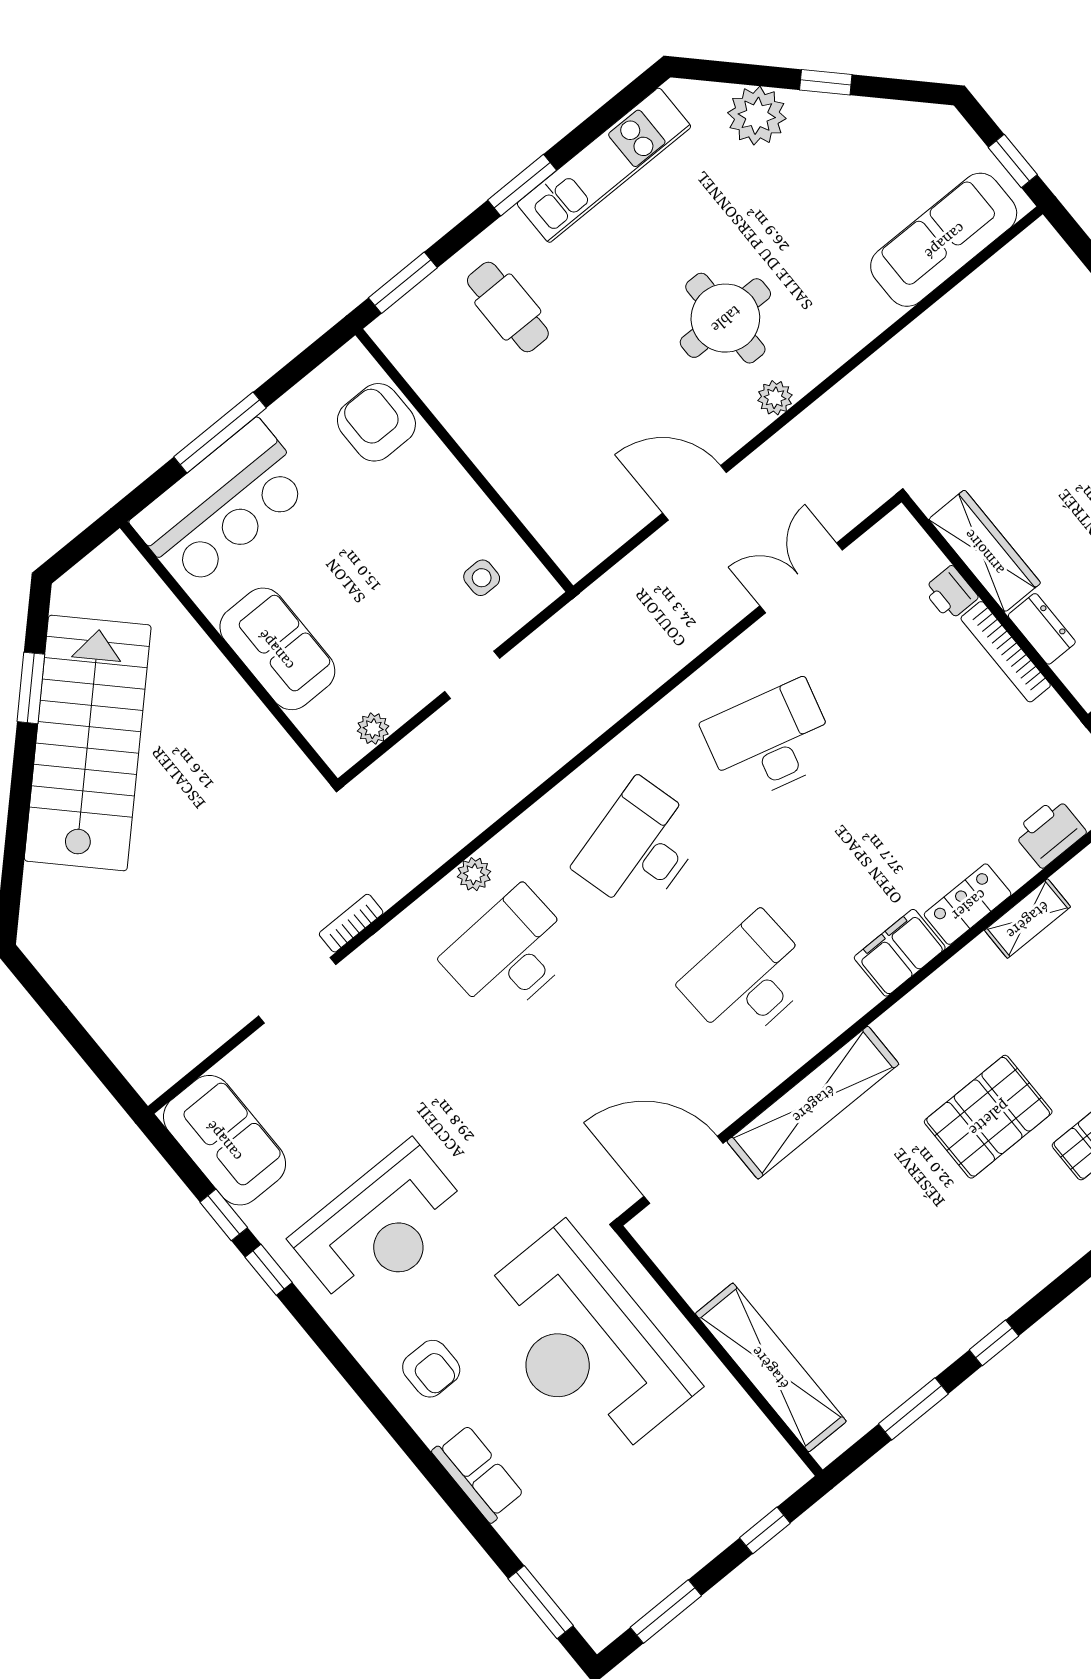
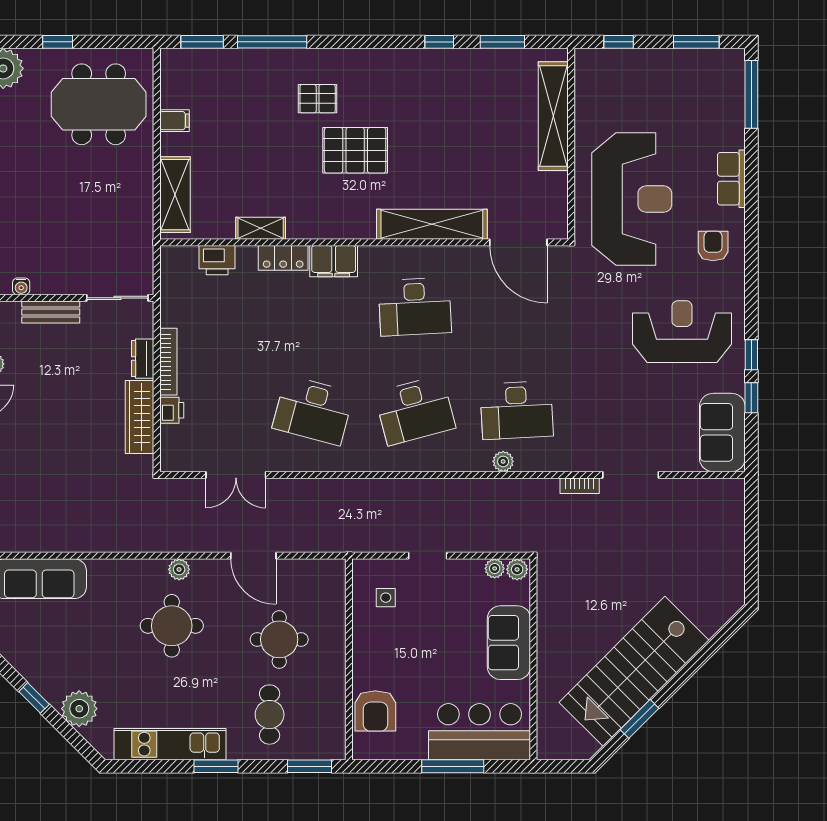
round table: (574, 413) -> (279, 639), added
plant: (343, 751) -> (517, 569), added
window: (541, 1602) -> (751, 94), width x1.44

